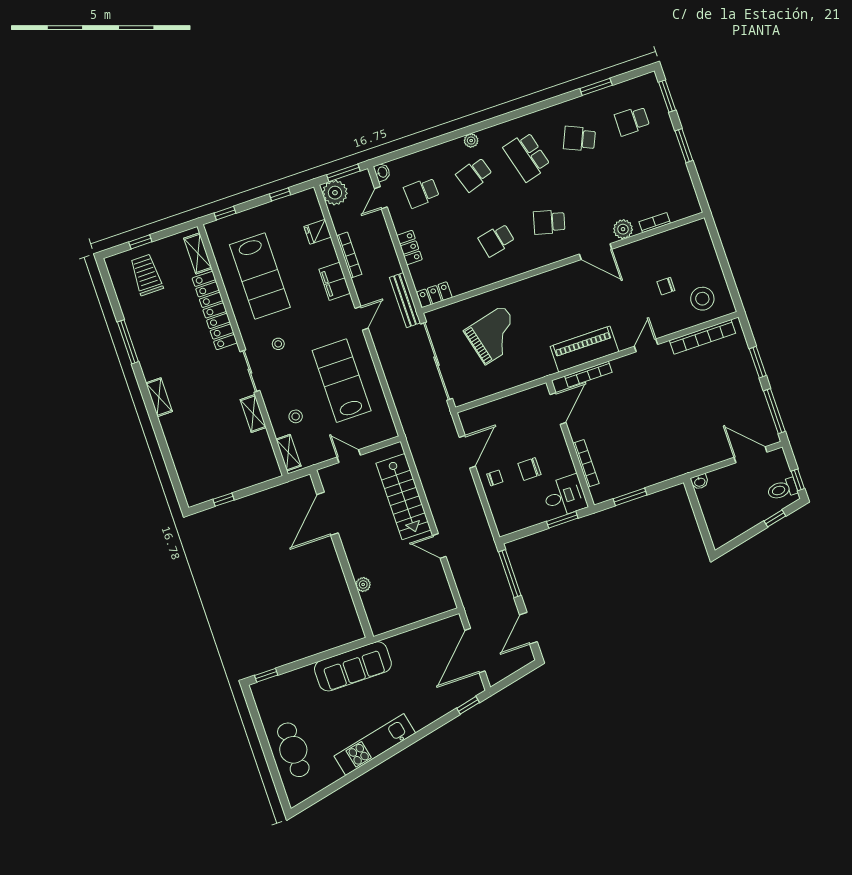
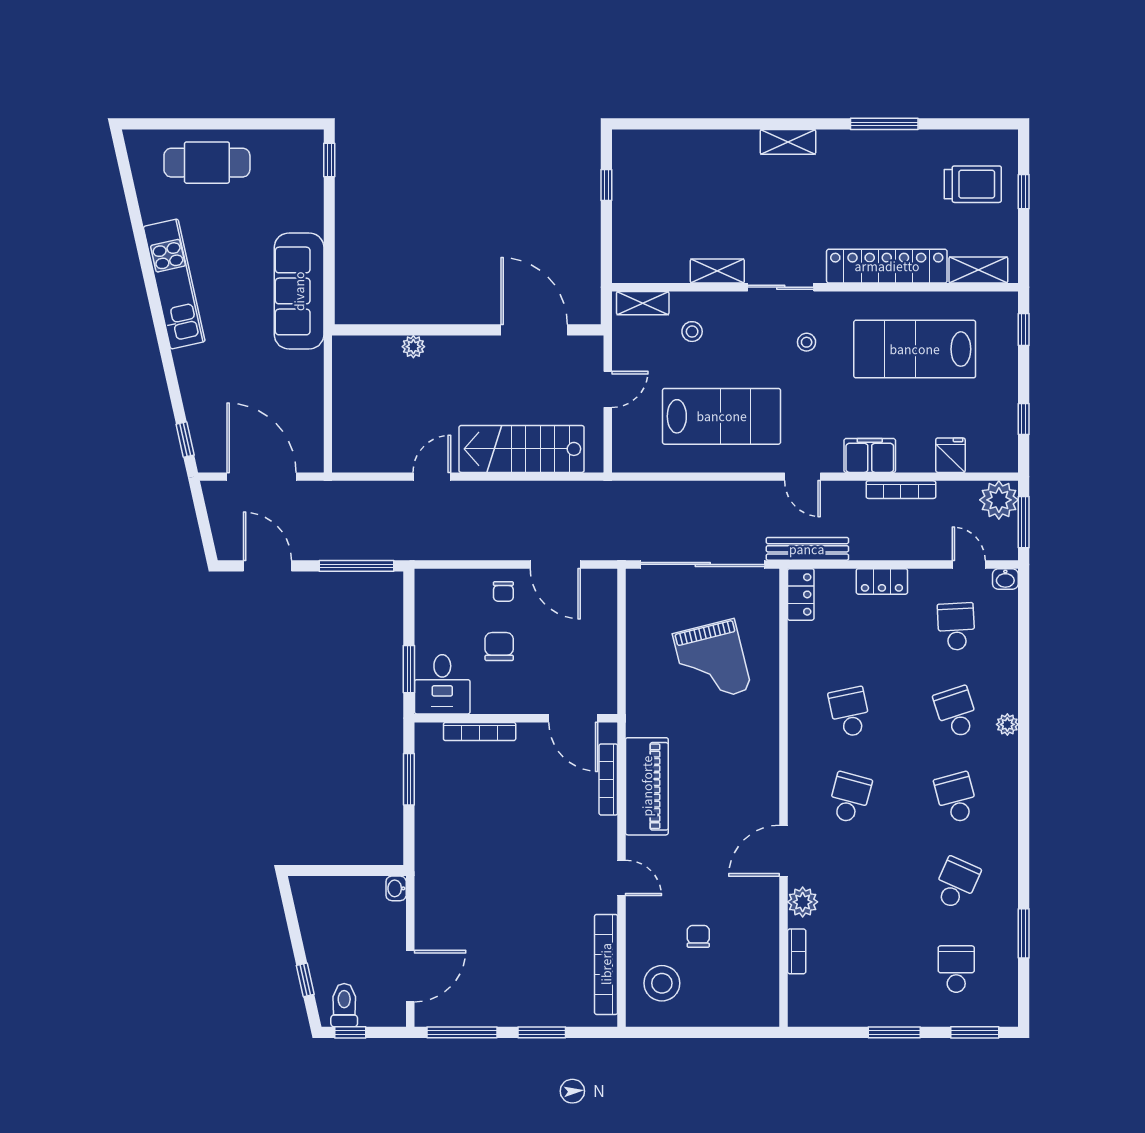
school desk: (527, 157) -> (956, 798), width x0.54

